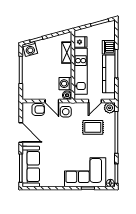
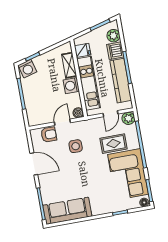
plant: (110, 34) -> (113, 36), added
washing machine: (65, 84) -> (71, 86), moved
door: (52, 101) -> (62, 122), swing flipped
side table: (66, 112) -> (76, 146), moved
sofa: (31, 166) -> (67, 211), moved, turned -90
corner sofa: (85, 172) -> (128, 174), moved, turned -90

